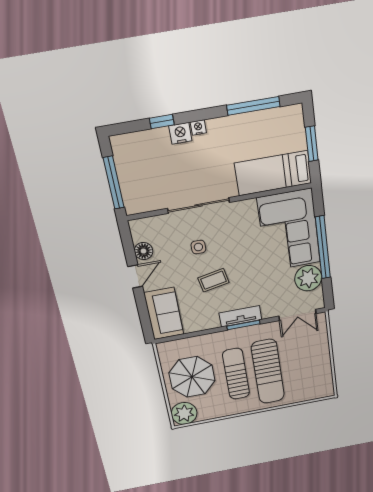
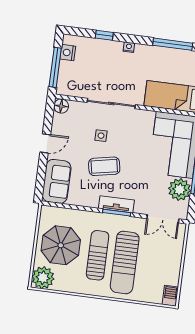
nightstand: (180, 133) -> (68, 53), moved, turned -90
floor lamp: (144, 251) -> (61, 106), moved
coffee table: (213, 280) -> (104, 166), width x1.36, depth x1.30
barbecue: (326, 388) -> (170, 296), added

